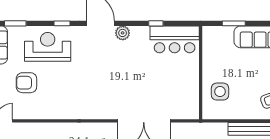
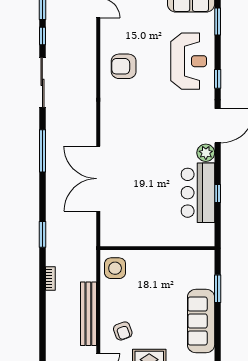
bar counter: (175, 39) -> (198, 193), moved
armchair: (26, 83) -> (124, 66), moved, turned -90
side table: (220, 92) -> (115, 268), moved

